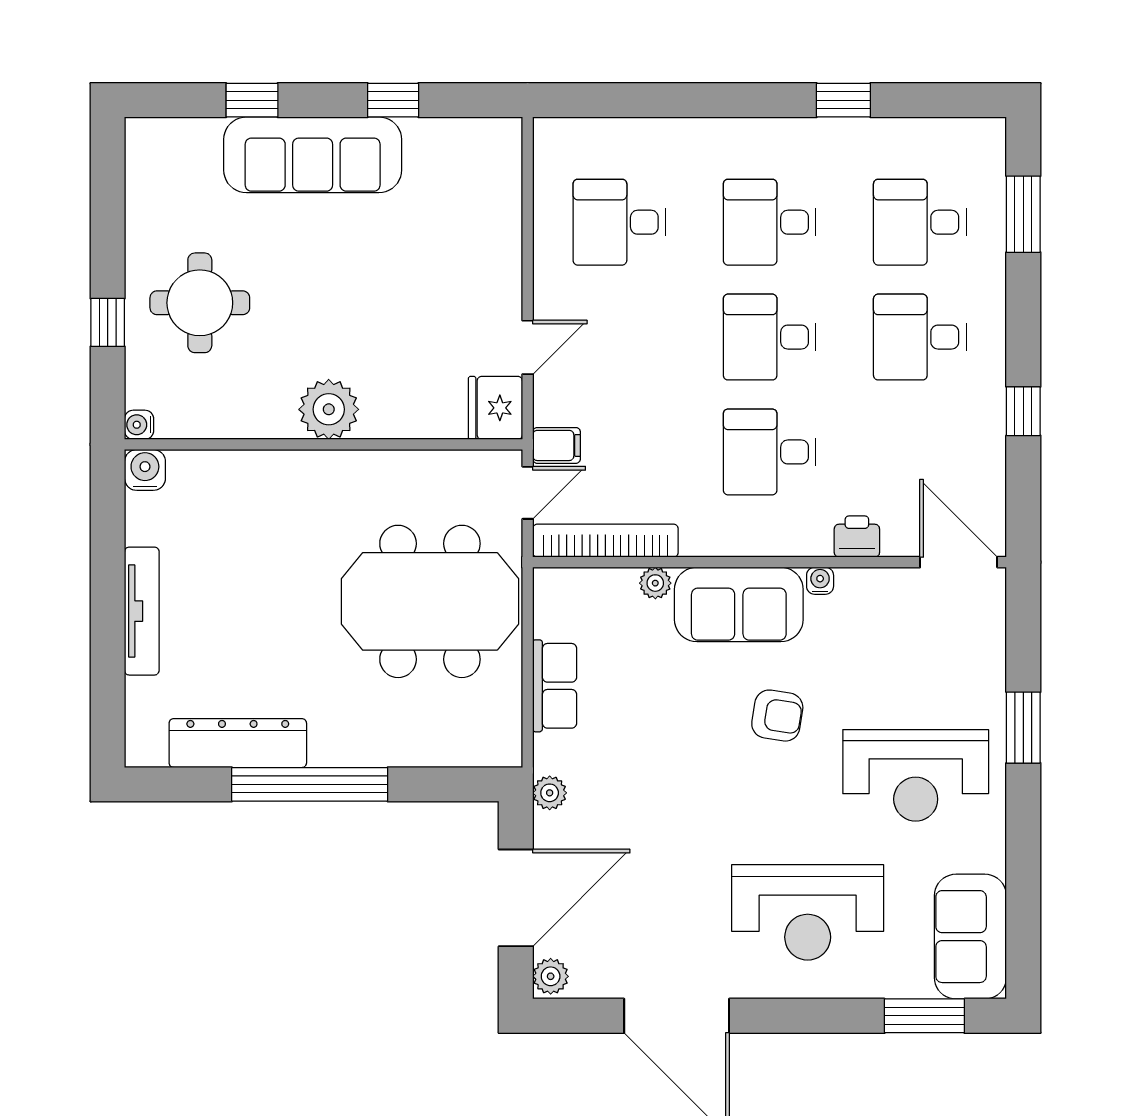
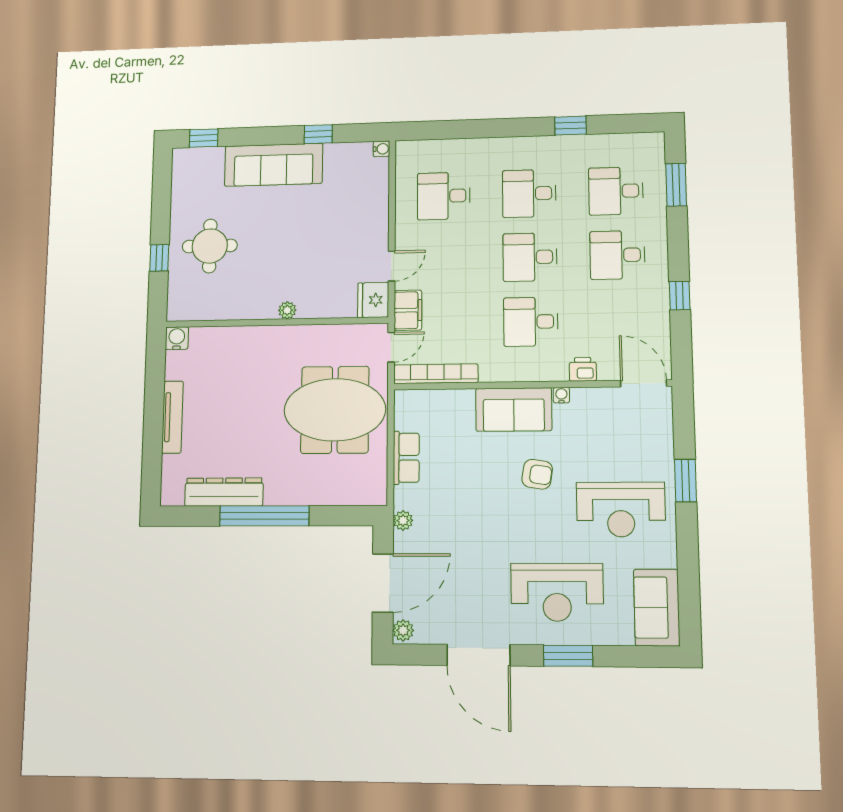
window: (252, 100) -> (204, 138), moved
plant: (329, 409) -> (287, 310), width x0.53, depth x0.53
water cooler: (139, 425) -> (381, 149), moved, turned 180
filing cabinet: (557, 445) -> (408, 310), width x2.00
plant: (655, 583) -> (465, 398), removed
window: (924, 1016) -> (568, 656), moved

